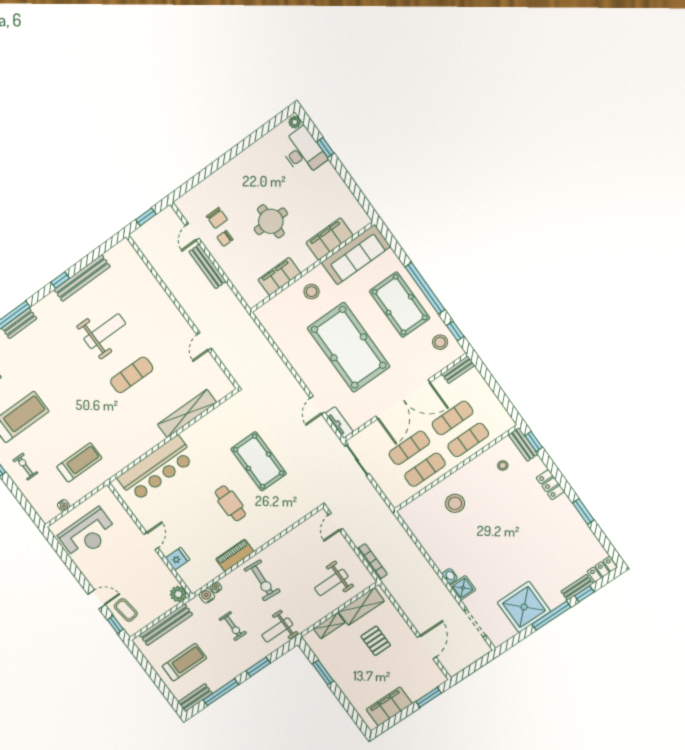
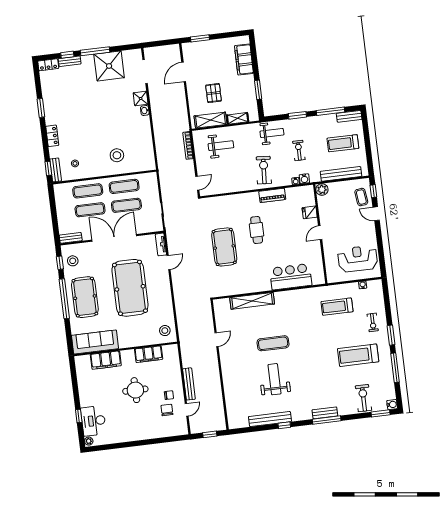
stool: (312, 292) -> (165, 331), moved
weight bench: (105, 331) -> (274, 379), turned 90
bar counter: (156, 469) -> (291, 277), width x0.73
filing cabinet: (389, 706) -> (244, 59), moved, turned 90

